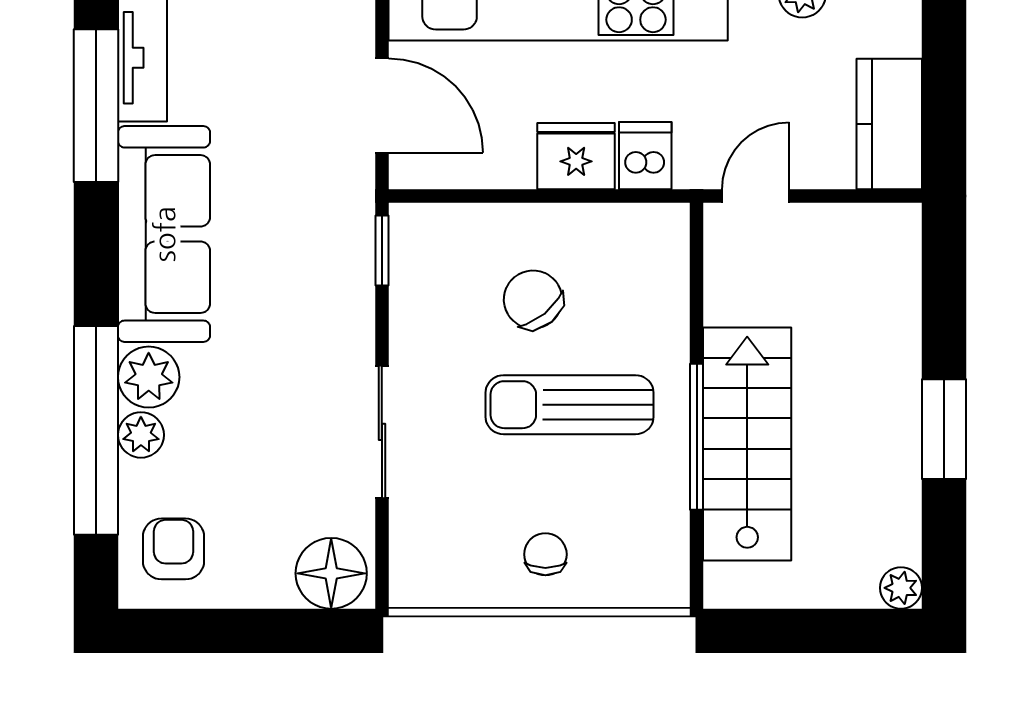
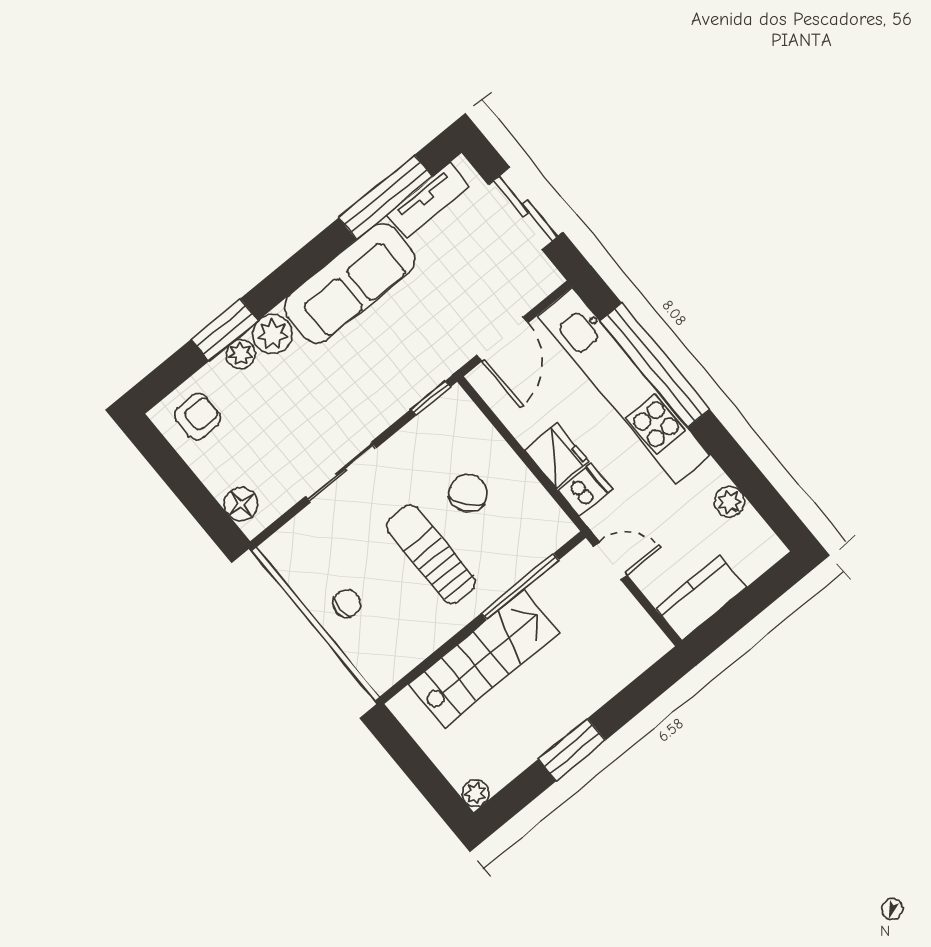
window: (96, 430) -> (225, 330), width x0.47
window: (697, 437) -> (520, 587), moved
floor lamp: (331, 573) -> (241, 504), width x0.73, depth x0.73

